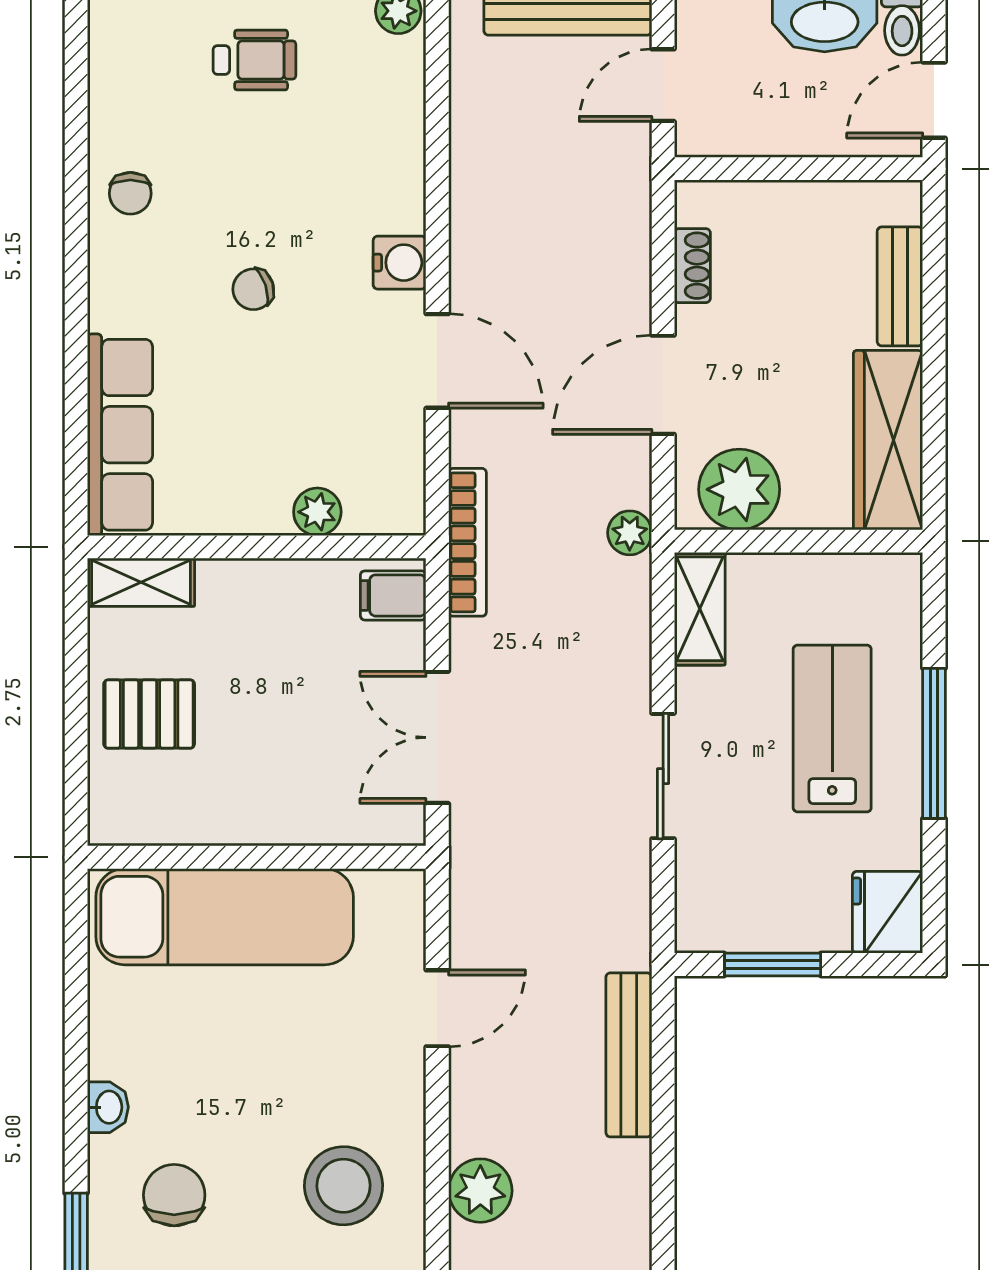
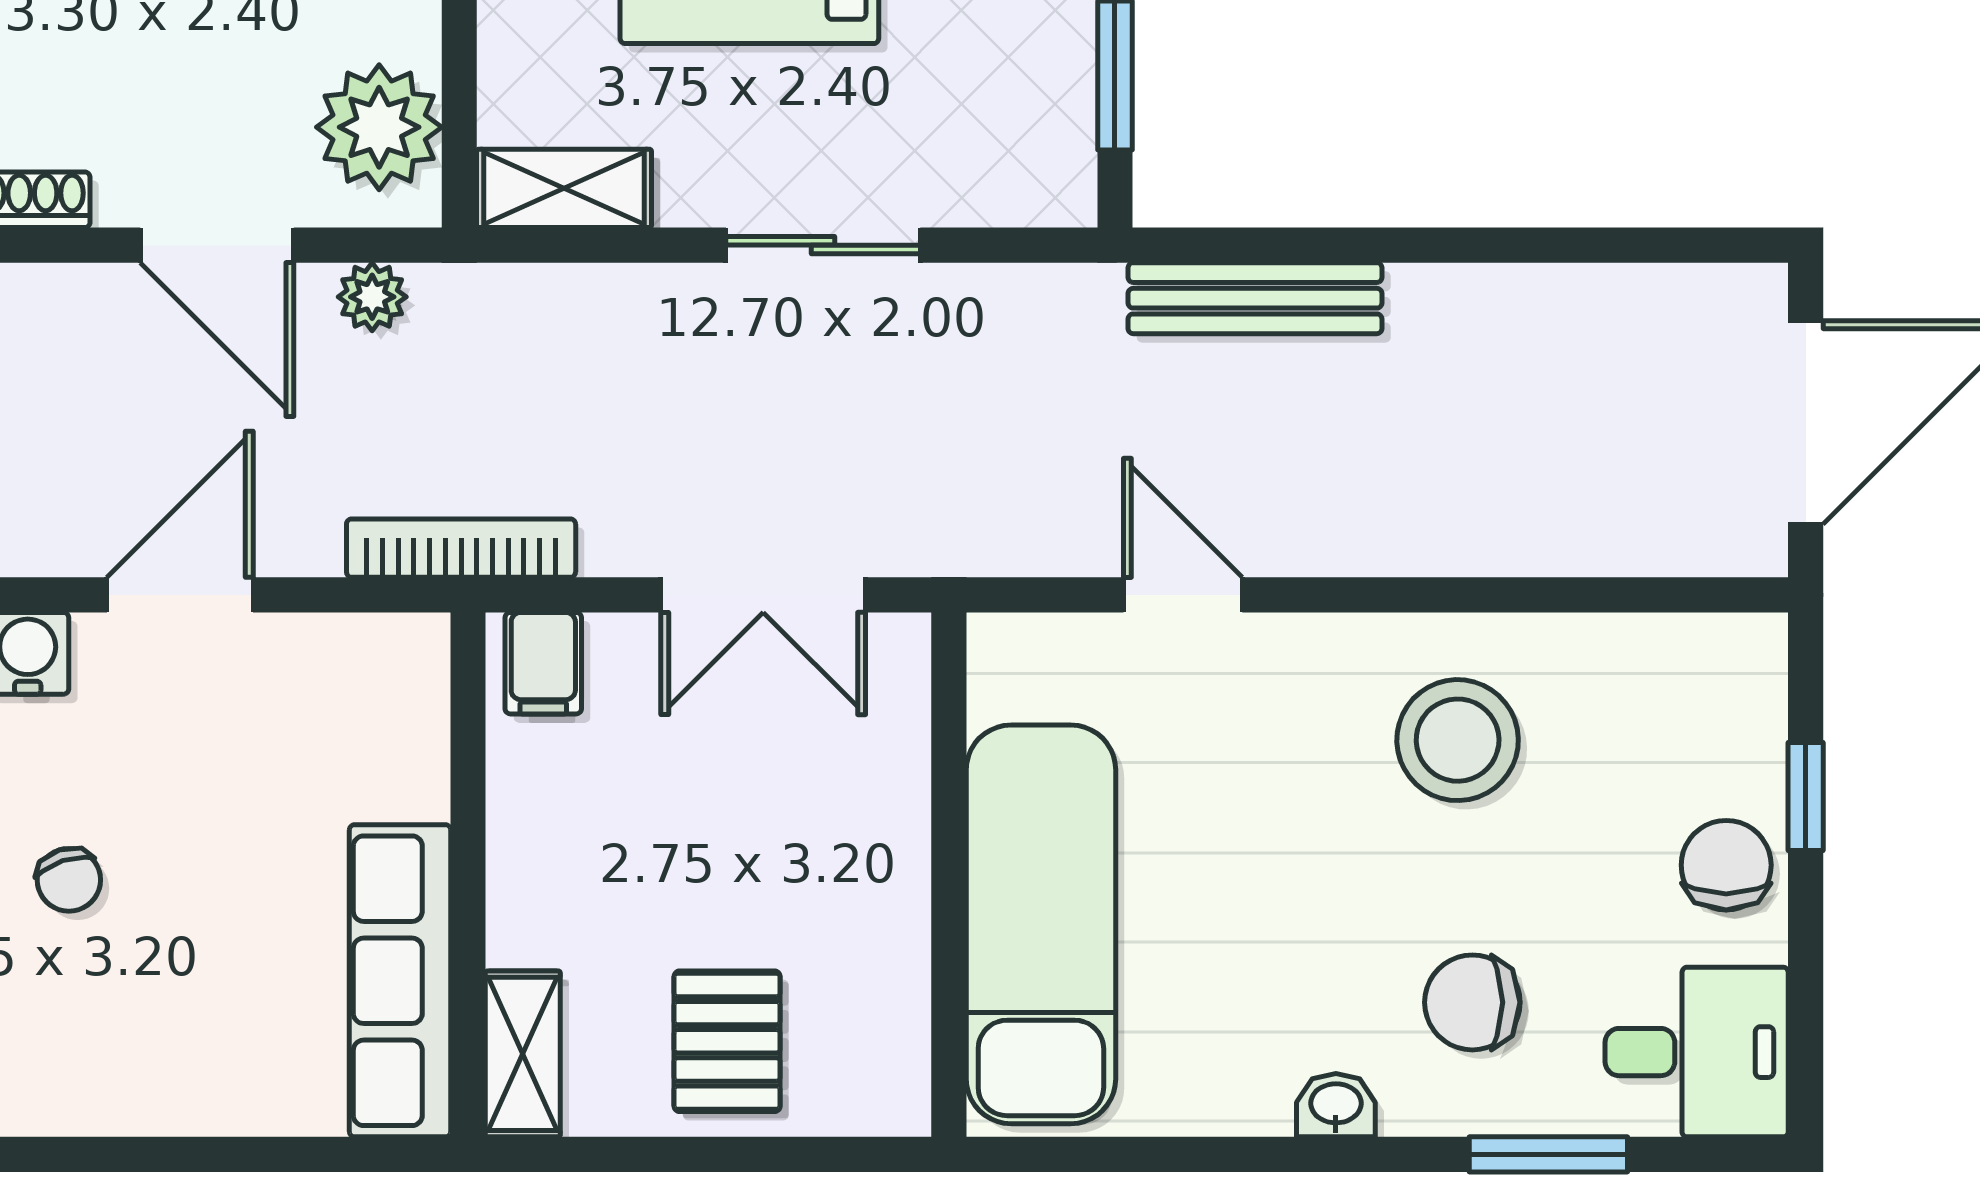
row of seats: (120, 435) -> (400, 981), moved, turned -90
plant: (317, 512) -> (414, 781), removed
plant: (630, 533) -> (372, 297), moved
plant: (480, 1191) -> (1465, 528), removed

